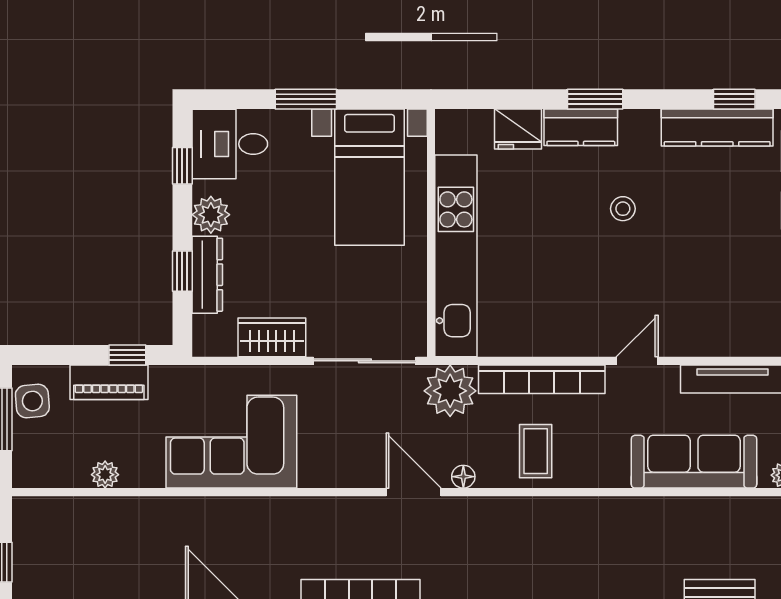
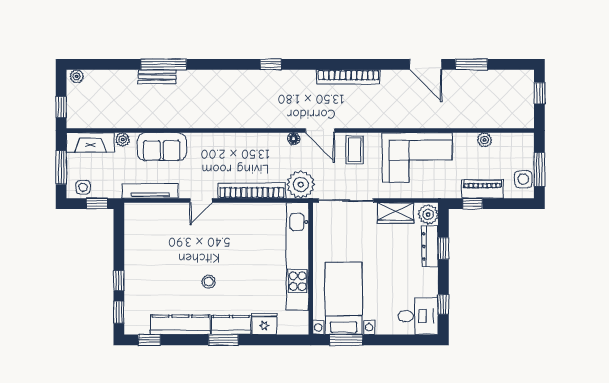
window: (306, 99) -> (346, 340), moved
kitchen counter: (717, 128) -> (180, 325), moved
plant: (211, 215) -> (428, 214), moved
coffee table: (536, 451) -> (355, 150), moved
sofa: (694, 462) -> (162, 147), width x0.73

